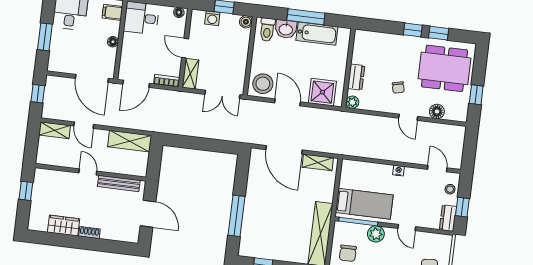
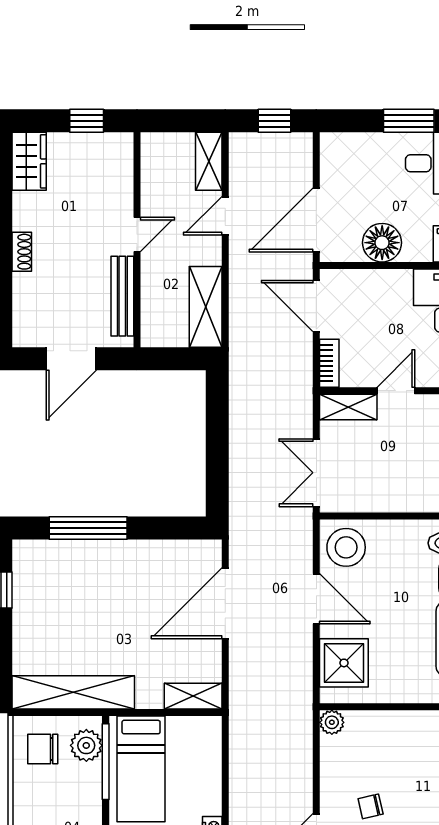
window: (45, 37) -> (409, 121), moved
floor lamp: (113, 42) -> (382, 243), width x1.89, depth x1.89
dresser: (356, 77) -> (381, 724), removed
door: (288, 102) -> (316, 599), hinge flipped
shelving: (318, 162) -> (193, 696), moved, turned 90
wardrobe: (64, 226) -> (29, 161), moved
plant: (376, 234) -> (86, 745), moved

